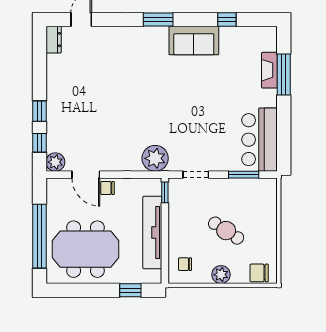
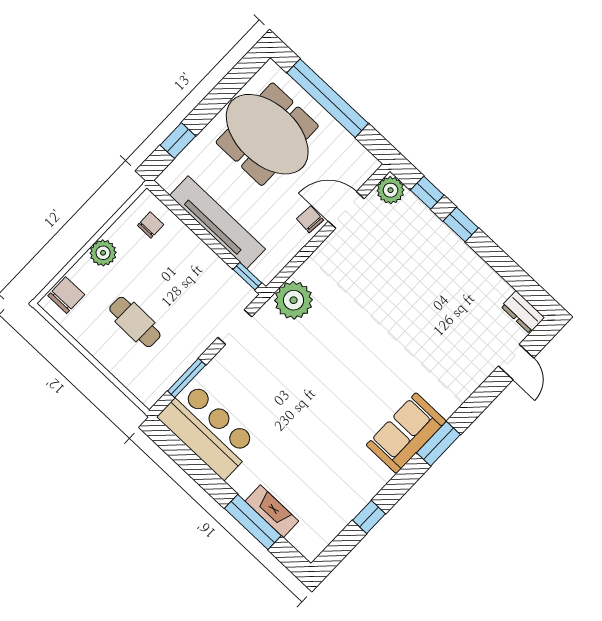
sofa: (194, 40) -> (406, 433), moved
chair: (107, 188) -> (310, 219), turned -85
cafe table: (226, 231) -> (135, 322), moved, turned 58
meeting table: (85, 249) -> (267, 134), turned 90

